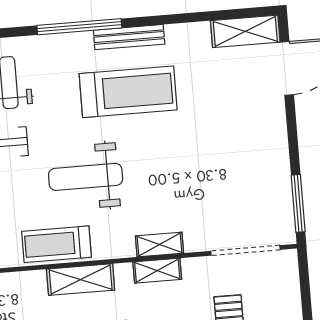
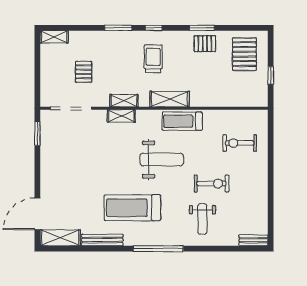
bench: (129, 37) -> (102, 240), moved
window: (298, 203) -> (37, 134), width x0.69
treadmill: (57, 244) -> (182, 121), turned 180

